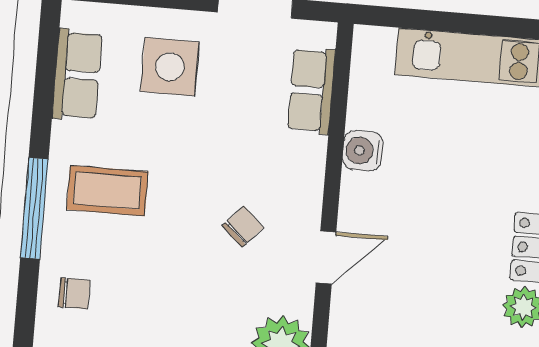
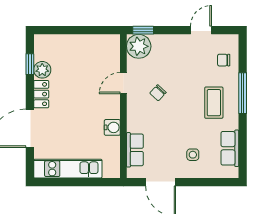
side table: (170, 67) -> (193, 155), width x0.54, depth x0.54
coffee table: (107, 191) -> (214, 103), turned 90

